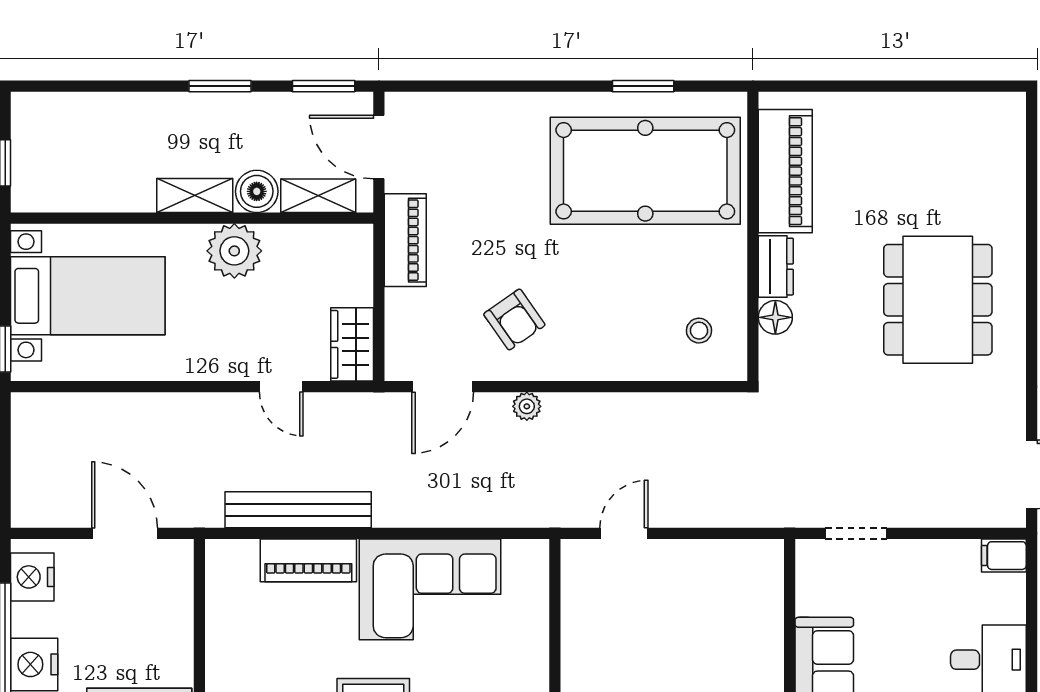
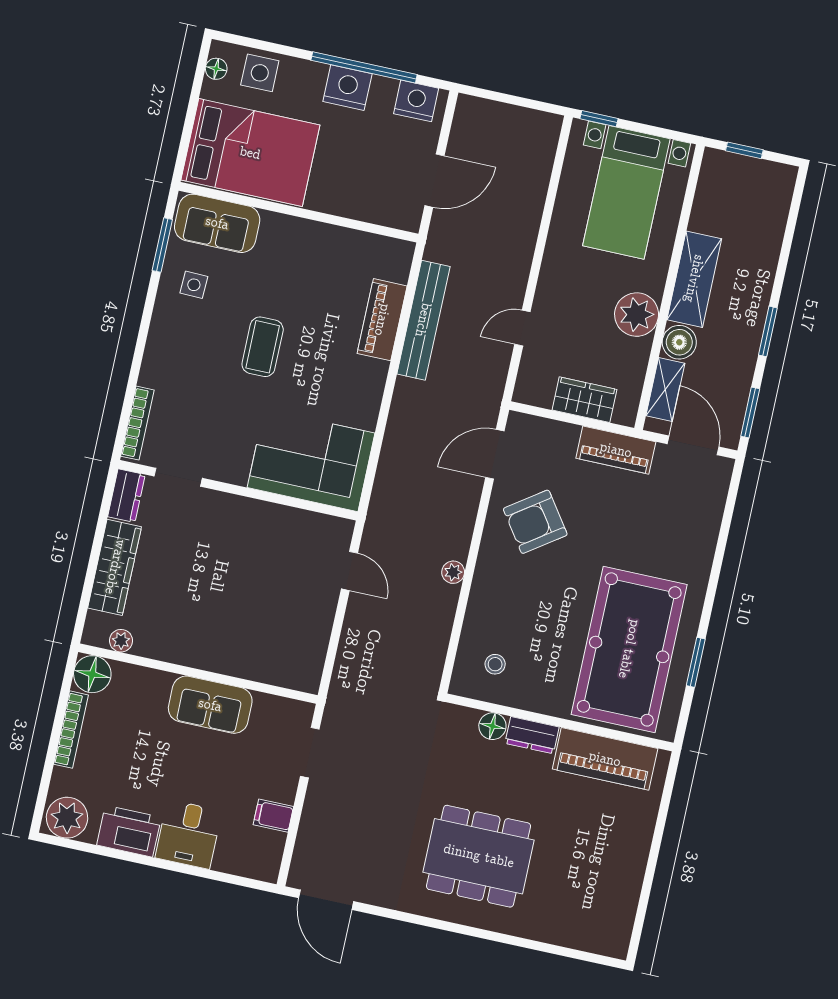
door: (379, 147) -> (693, 445), hinge flipped
shelving: (195, 196) -> (694, 279), width x1.50, depth x1.33
armchair: (514, 319) -> (535, 522), width x1.38, depth x1.38
wardrobe: (352, 344) -> (585, 400), moved
door: (443, 387) -> (495, 454), hinge flipped
plant: (527, 406) -> (453, 572), moved
filing cabinet: (1004, 556) -> (273, 816), moved, turned -90
corner sofa: (430, 589) -> (311, 460), moved, turned 90

